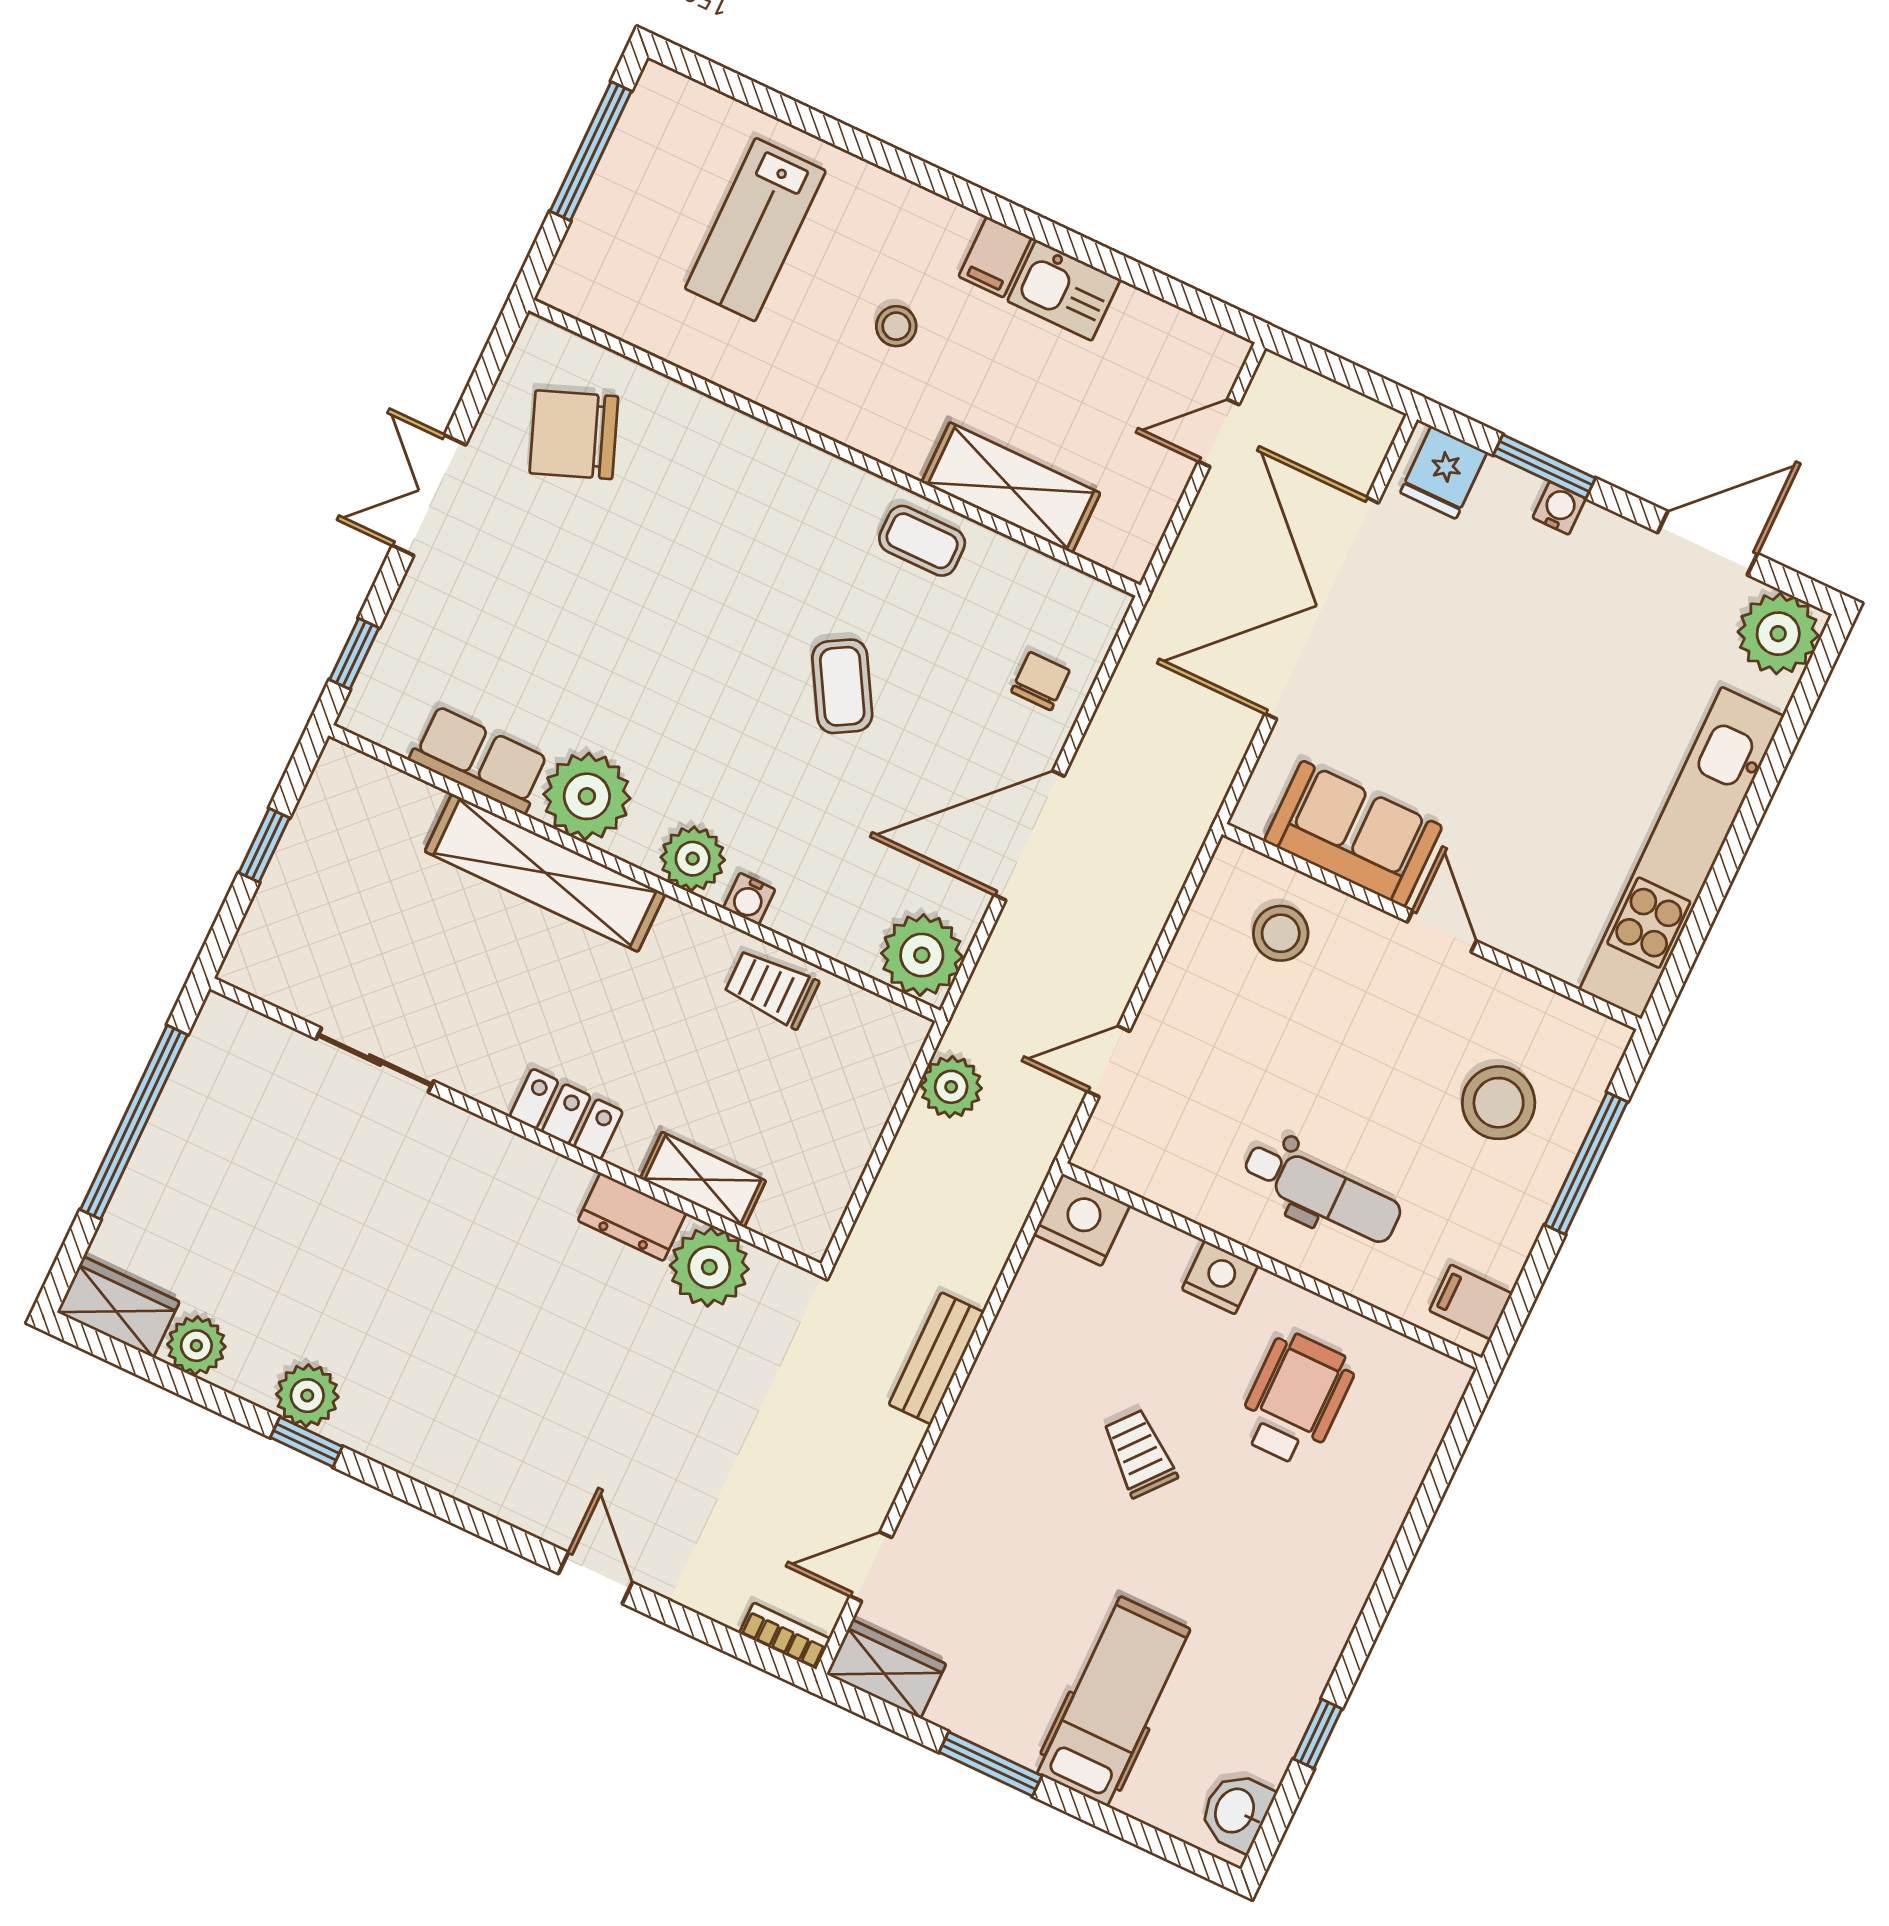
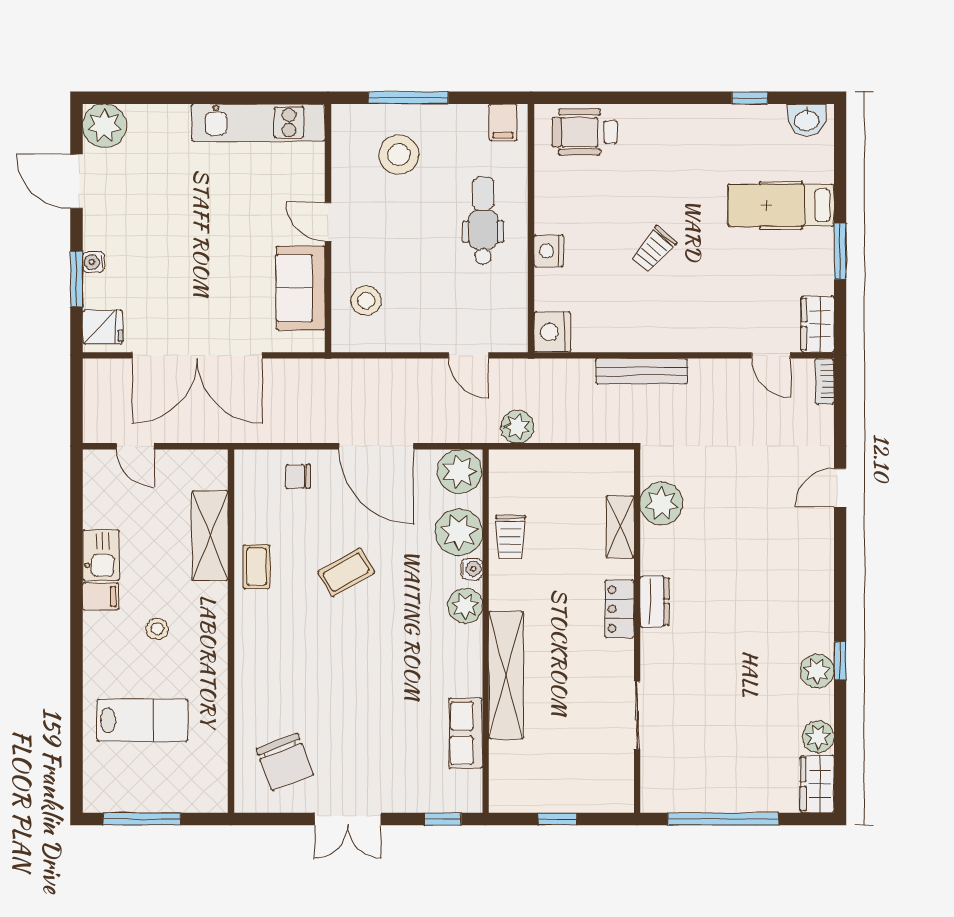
plant: (587, 796) -> (459, 532), moved
kitchen unit: (1682, 853) -> (258, 123), width x0.73
door: (1442, 931) -> (328, 222), hinge flipped
dresser: (632, 1217) -> (655, 601), moved
bench: (936, 1358) -> (642, 371), width x1.36
wheelchair: (1295, 1399) -> (585, 132), moved

